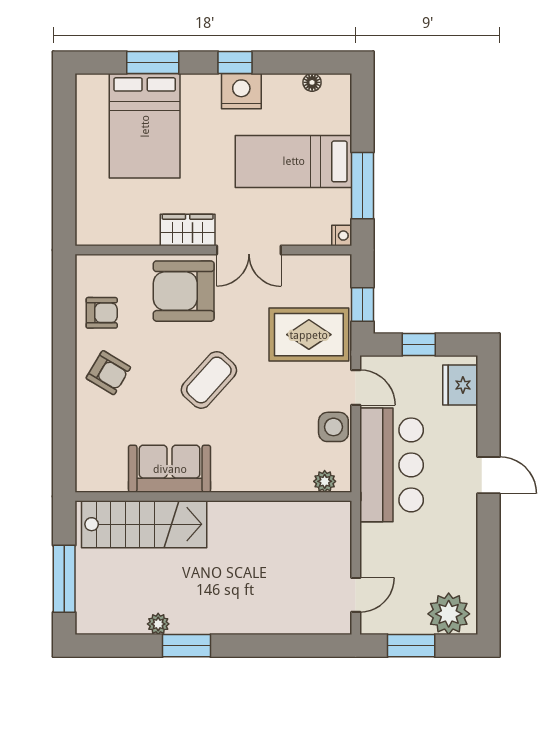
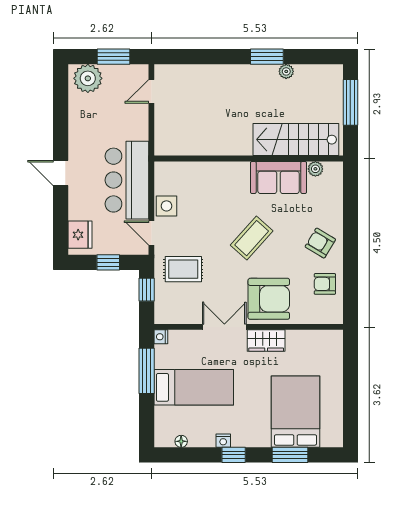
nightstand: (241, 91) -> (223, 441), width x0.53, depth x0.56
rug: (309, 335) -> (183, 269), width x0.73, depth x0.70
plant: (325, 481) -> (315, 169), moved

